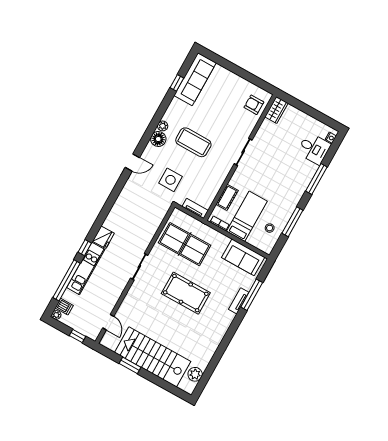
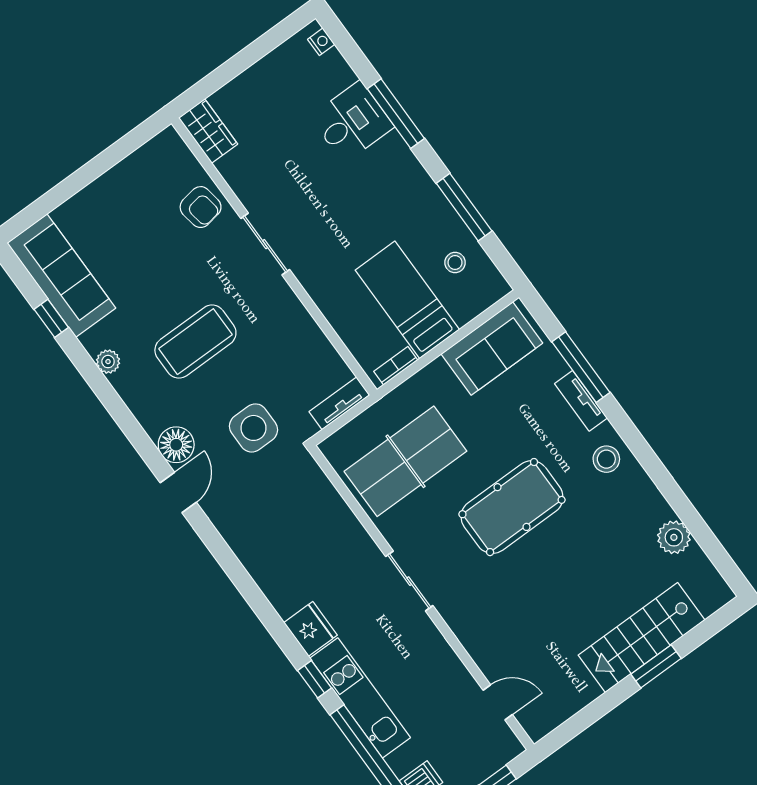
armchair: (254, 105) -> (201, 207), moved, turned -99
plant: (163, 126) -> (108, 362), moved
floor lamp: (158, 139) -> (176, 445), moved
desk: (314, 149) -> (352, 122), moved
cot: (227, 197) -> (347, 324), removed
stool: (221, 321) -> (606, 459), added
stairs: (153, 357) -> (642, 638), width x0.73, depth x0.66
window: (130, 365) -> (656, 666), moved
plant: (195, 374) -> (674, 537), moved

